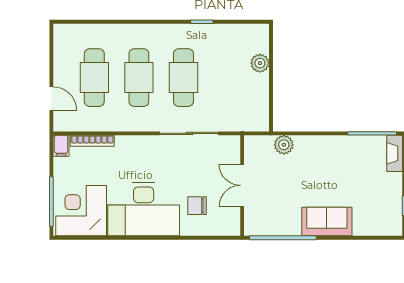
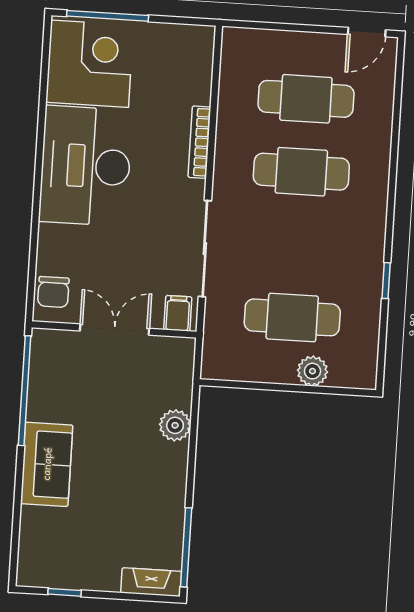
cafe table: (183, 78) -> (292, 317), moved
door: (51, 99) -> (367, 32), moved
bookcase: (92, 141) -> (199, 142), moved
plant: (284, 145) -> (175, 425), moved
filing cabinet: (61, 146) -> (178, 313), moved, turned 90
chair: (197, 206) -> (53, 292), moved, turned 180

